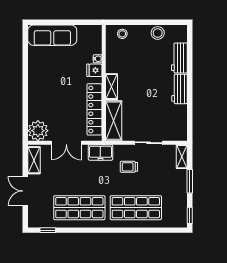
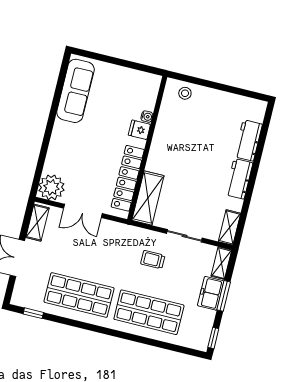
stool: (158, 33) -> (229, 103), removed
sofa: (52, 35) -> (75, 91), moved, turned -90
shelving: (111, 87) -> (229, 227), moved
freezer: (100, 152) -> (211, 293), moved, turned 90

